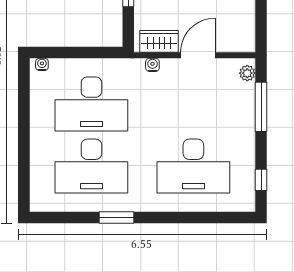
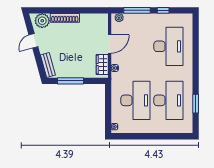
door: (198, 55) -> (110, 44), swing flipped
window: (261, 180) -> (163, 10), moved
window: (116, 218) -> (196, 104), moved

